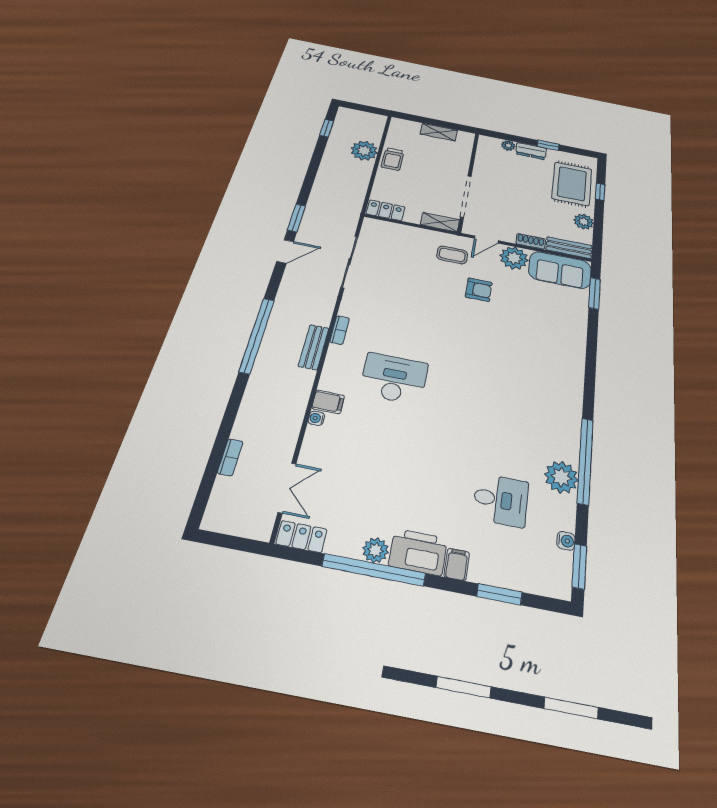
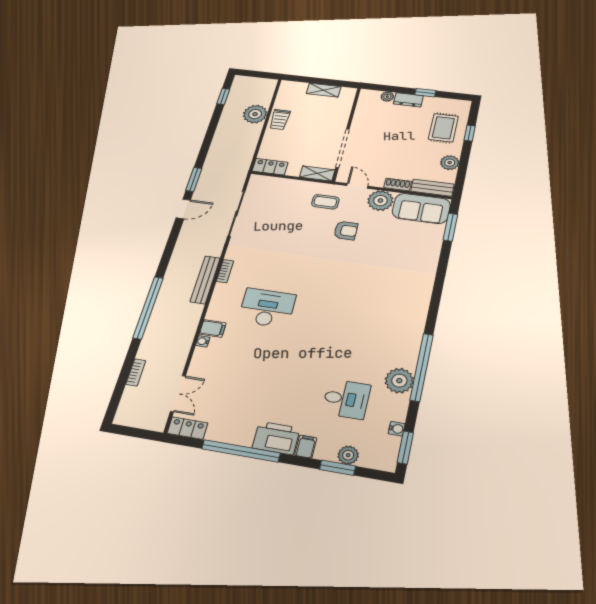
rug: (572, 184) -> (443, 128), width x0.73, depth x0.70
door: (486, 240) -> (357, 186), swing flipped
window: (257, 335) -> (148, 308), moved
bench: (314, 347) -> (205, 280), width x1.36
plant: (376, 550) -> (348, 455), moved

